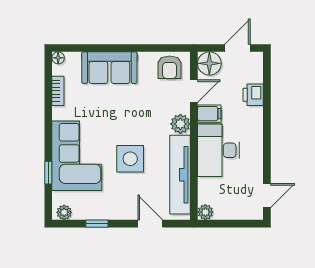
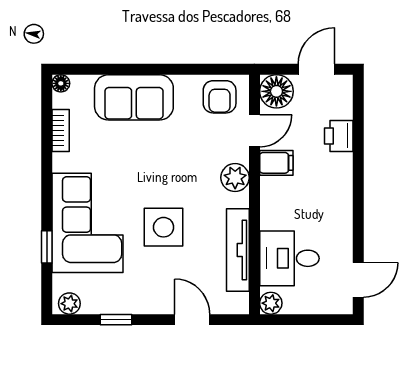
desk: (218, 150) -> (289, 258), moved, width x0.73
tv unit: (180, 175) -> (238, 250), width x0.73, depth x0.78

